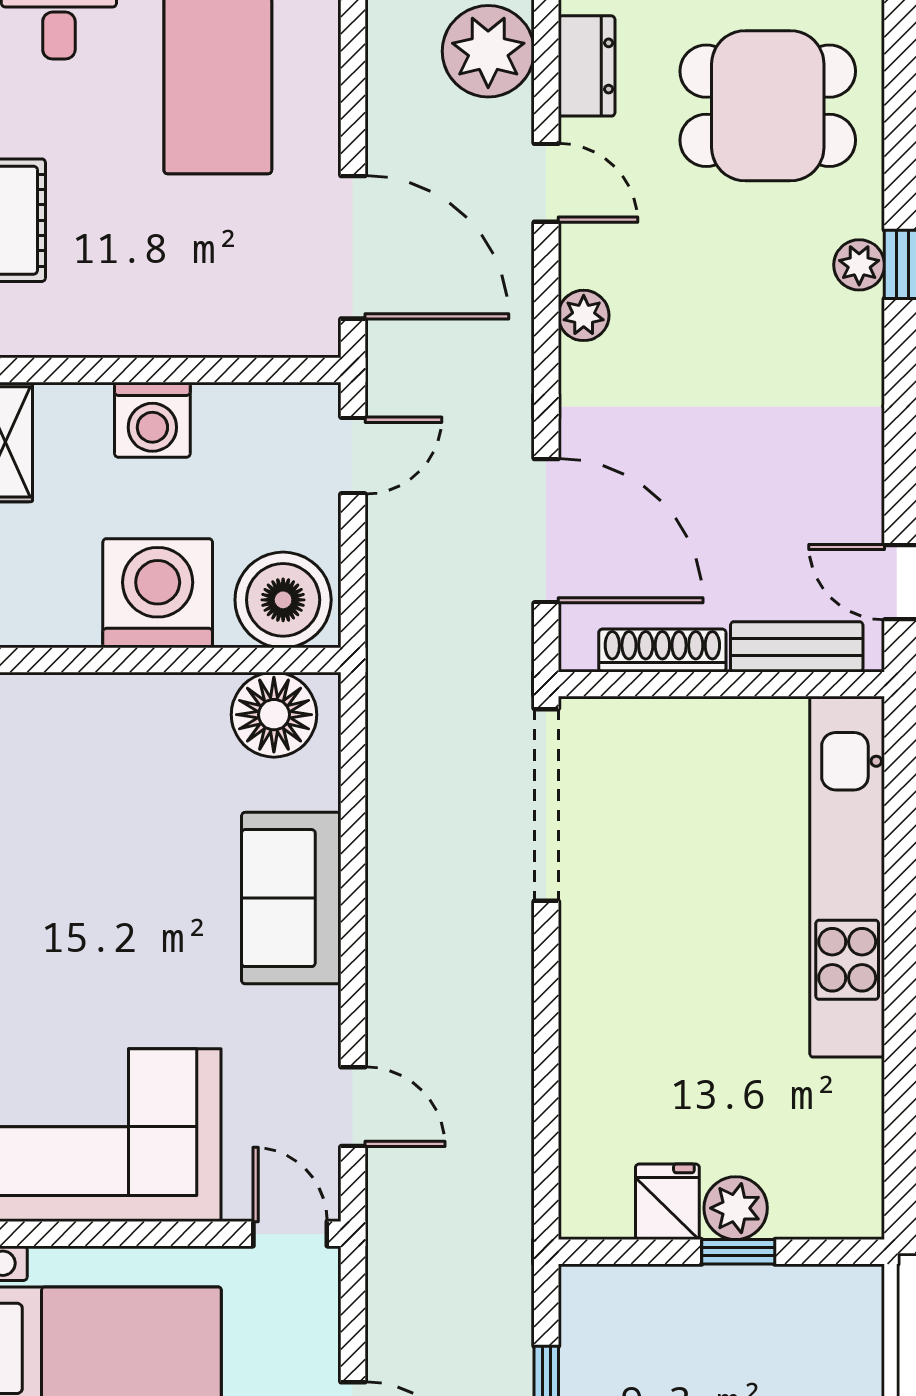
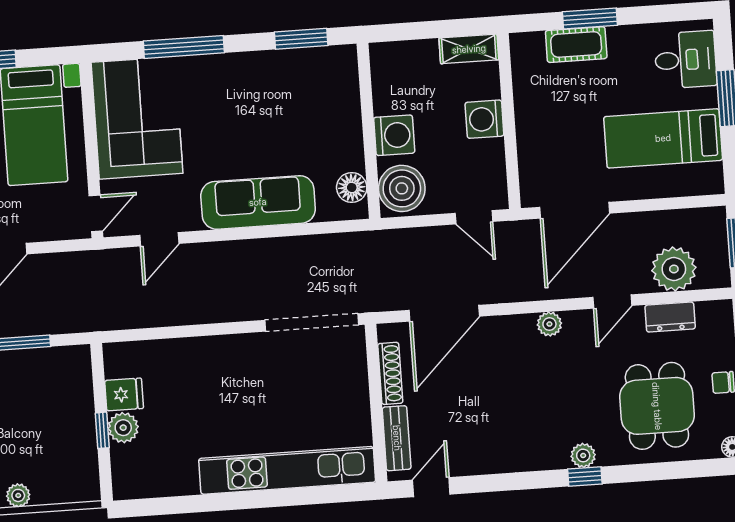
washing machine: (158, 593) -> (394, 135), width x0.73, depth x0.73
floor lamp: (274, 715) -> (352, 188), width x0.73, depth x0.73
sofa: (291, 898) -> (258, 202), width x1.36

